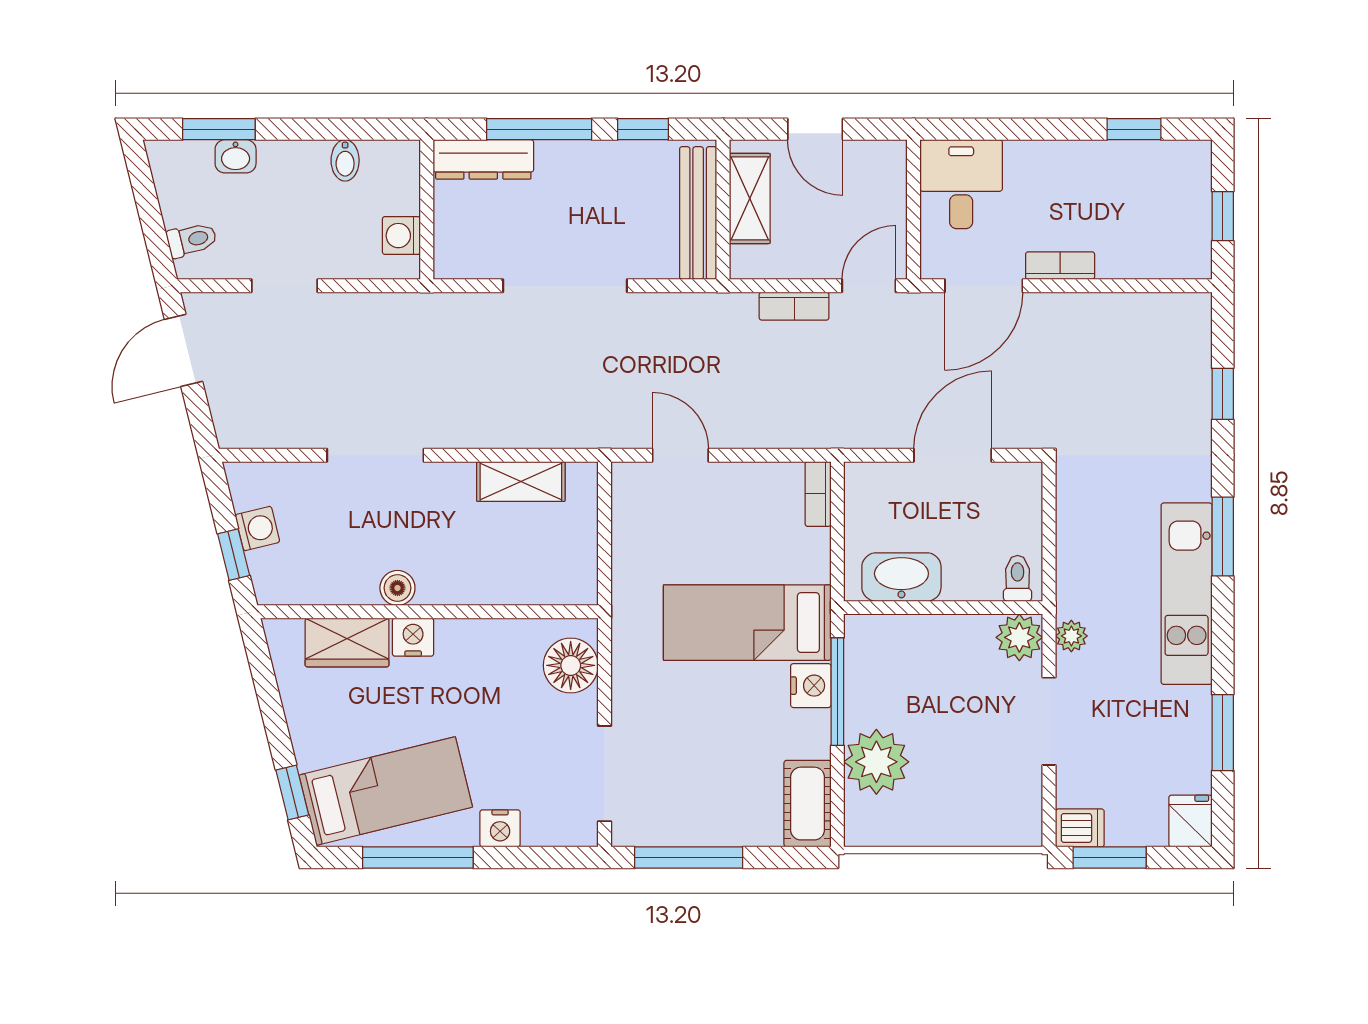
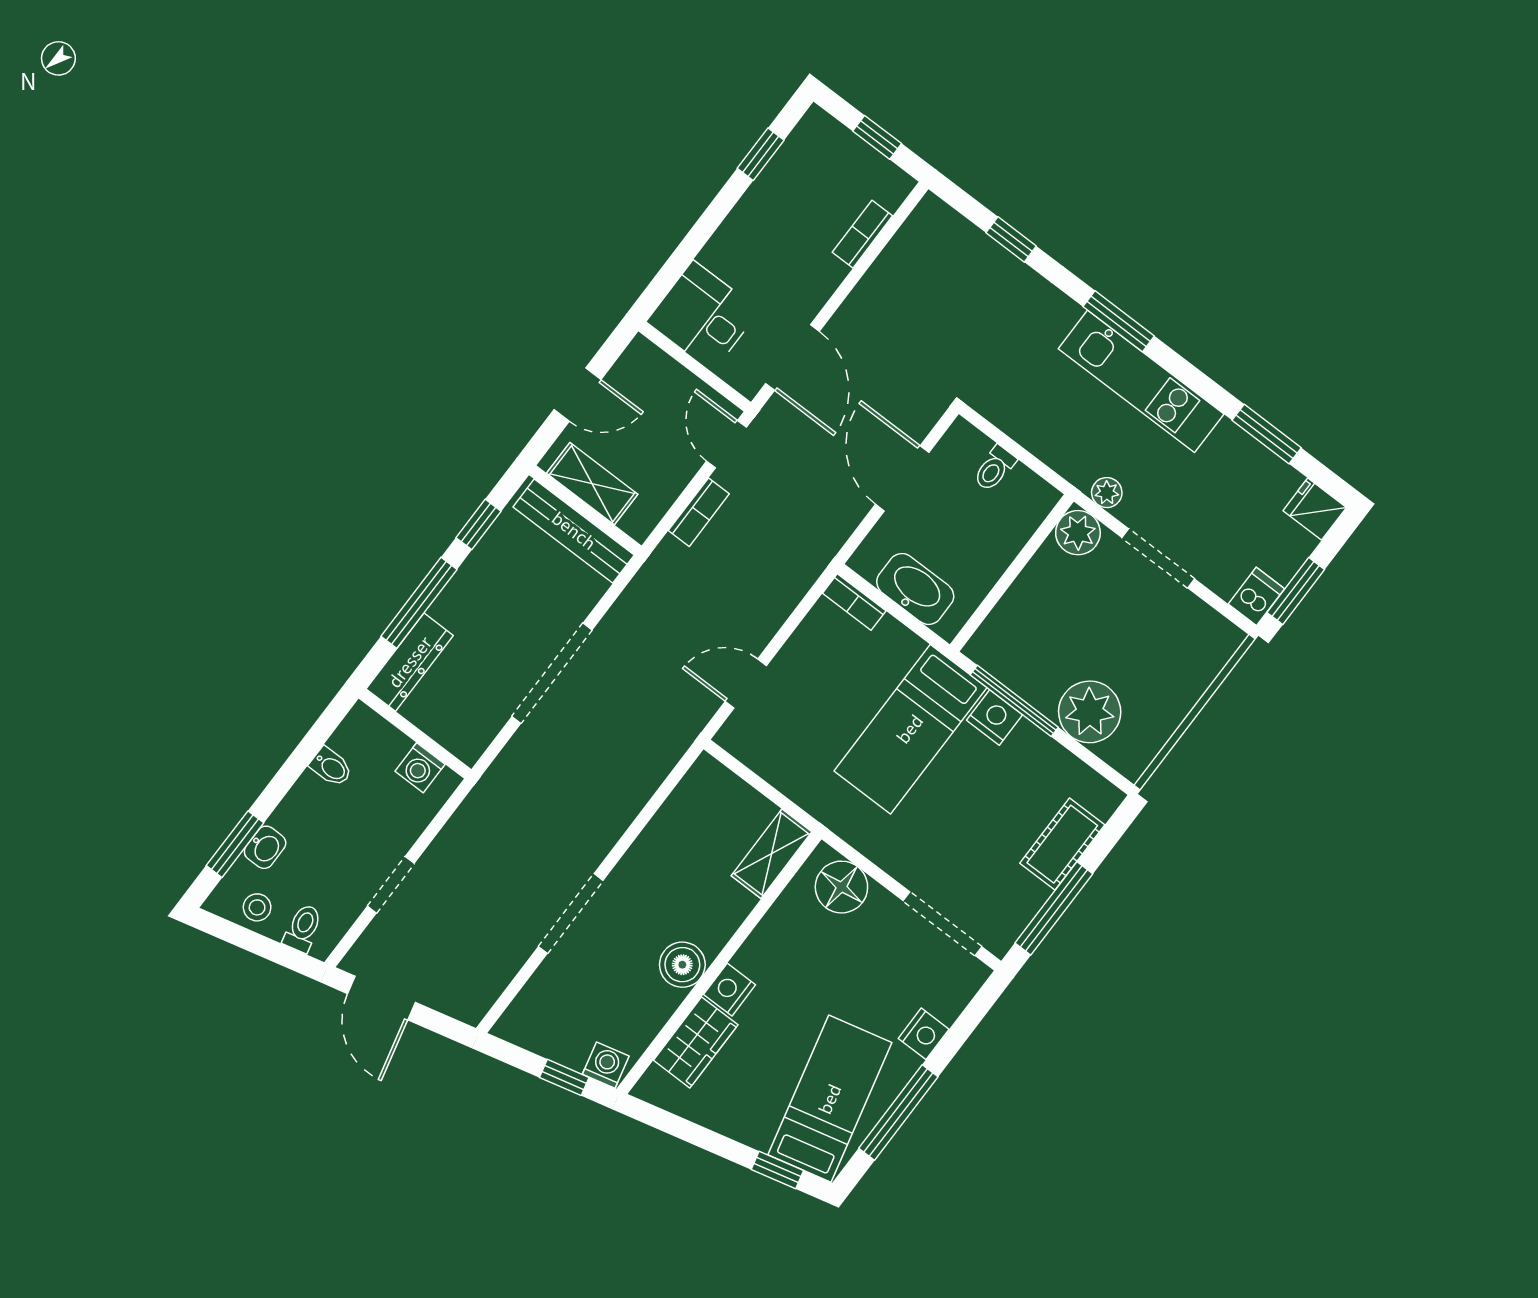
stool: (180, 188) -> (257, 907), added
bookcase: (1060, 266) -> (862, 234), moved
shelving: (521, 481) -> (772, 854), moved
washing machine: (257, 528) -> (606, 1065), moved
washbasin: (901, 577) -> (915, 589), moved, turned 90
toilet: (1018, 578) -> (995, 468), moved, turned -90
boiler: (397, 588) -> (682, 965), width x1.36, depth x1.36
cot: (808, 804) -> (1062, 844), moved, turned 90

